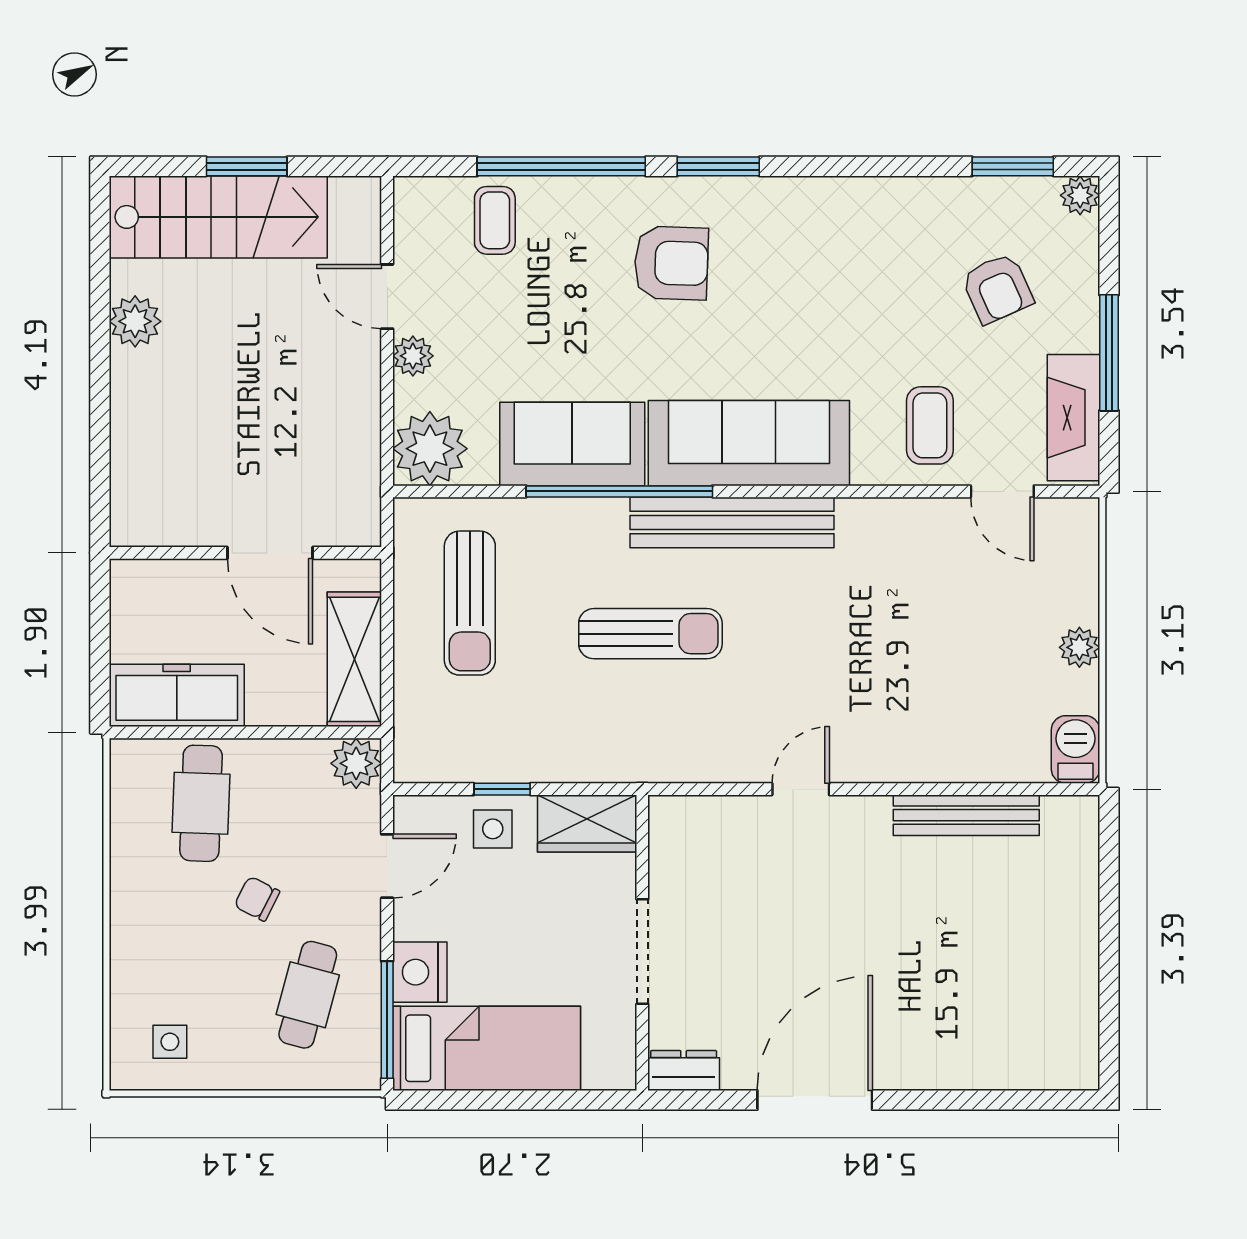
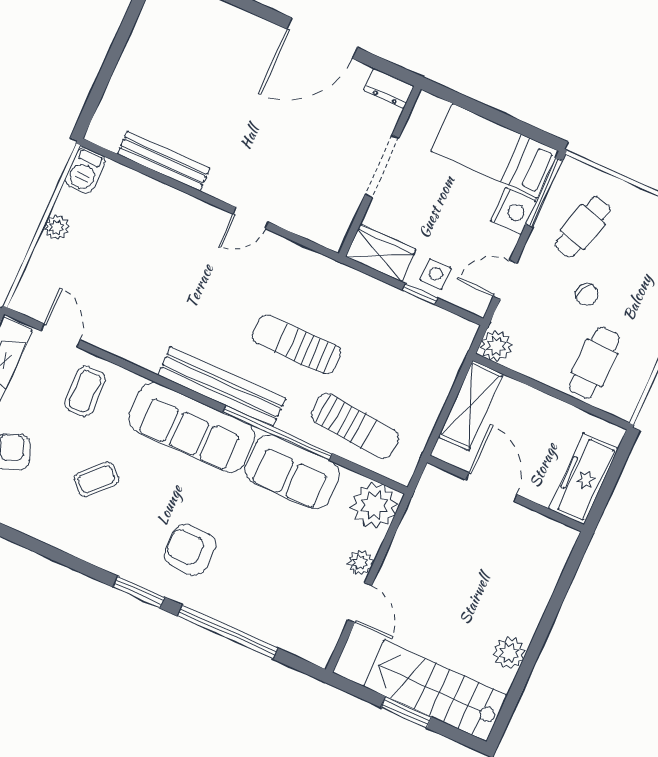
coffee table: (495, 220) -> (96, 479), moved, turned 44
sun lounger: (470, 603) -> (355, 426), moved, turned 95
freezer: (177, 695) -> (584, 479), moved, turned 90

